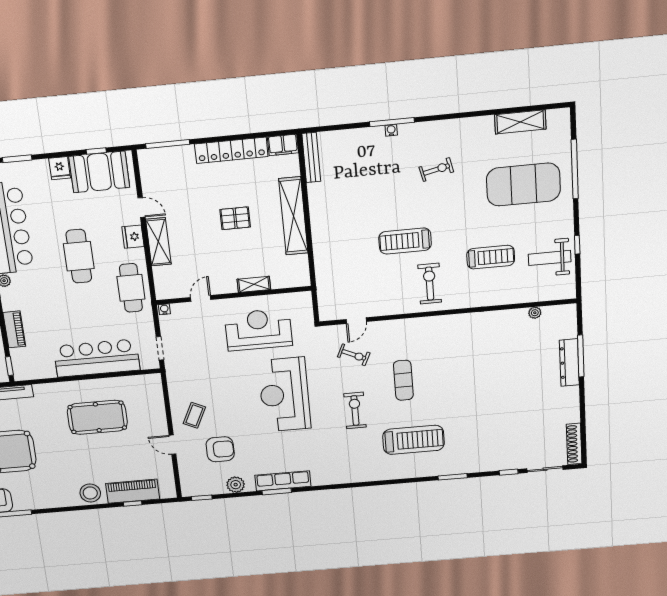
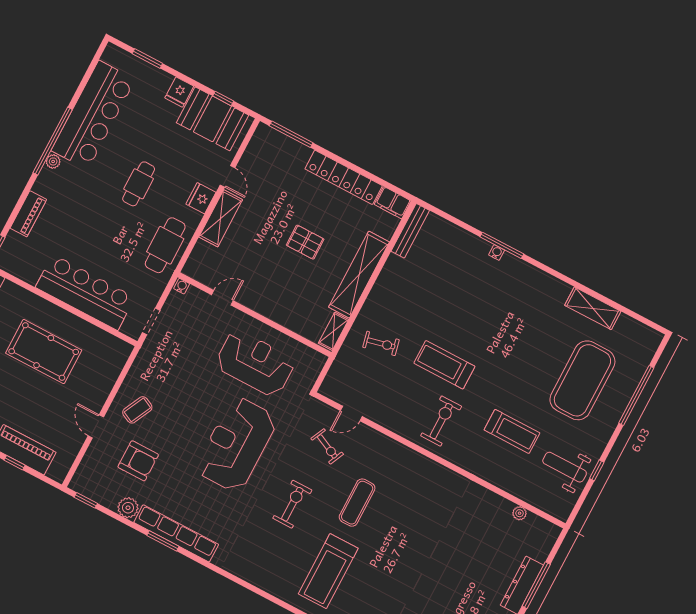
shelving: (520, 122) -> (593, 308), moved
exercise bike: (436, 169) -> (381, 343), moved
exercise mat: (523, 185) -> (582, 380), turned 90
cafe table: (79, 256) -> (139, 184), width x0.73, depth x0.74
shelving: (254, 284) -> (333, 331), moved, turned 90
treadmill: (413, 440) -> (328, 571), turned 90
row of seats: (283, 481) -> (176, 533), width x1.36

